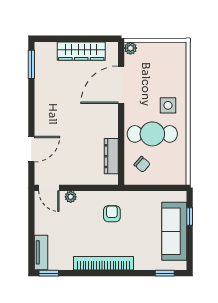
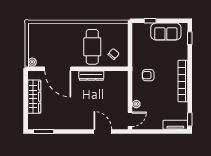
side table: (168, 105) -> (72, 36), removed
dresser: (111, 156) -> (91, 76), moved
sofa: (174, 231) -> (166, 31), width x0.73

